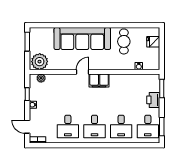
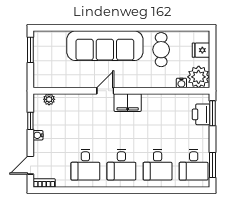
plant: (40, 62) -> (199, 77), moved
printer: (153, 100) -> (201, 114), moved
door: (27, 127) -> (30, 165), hinge flipped

